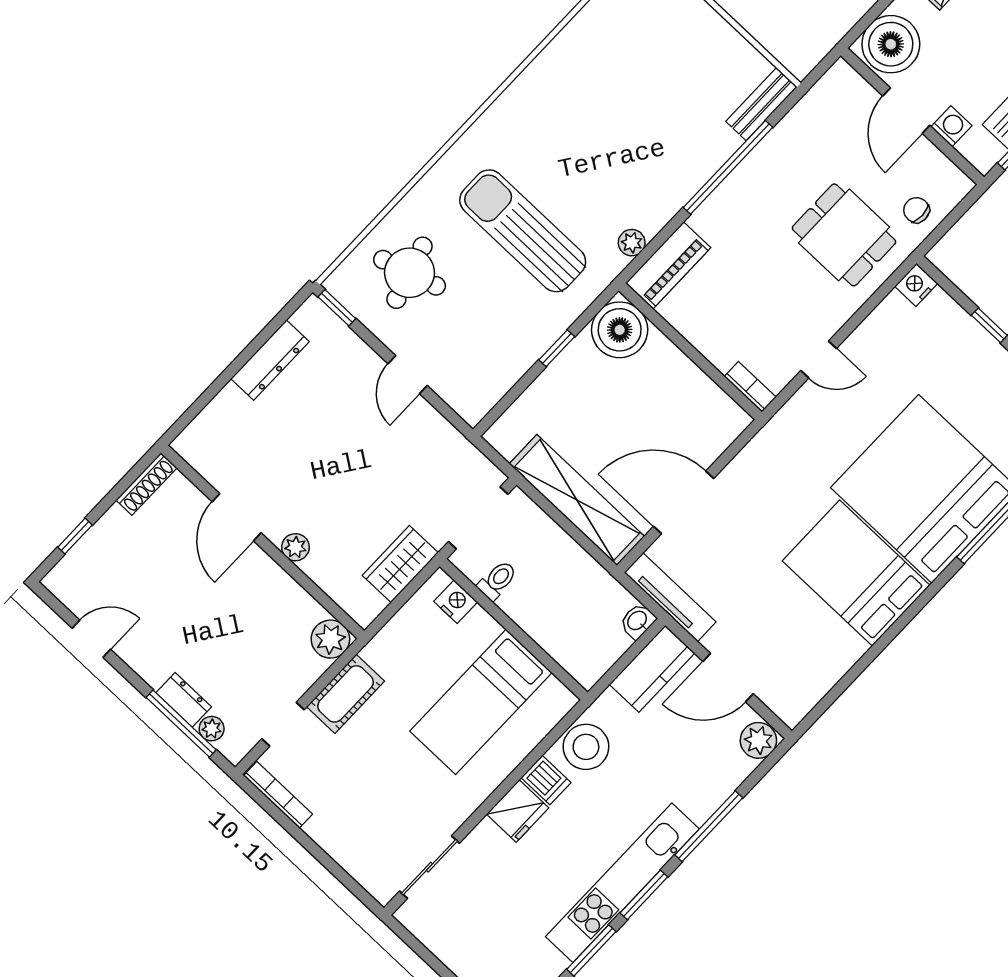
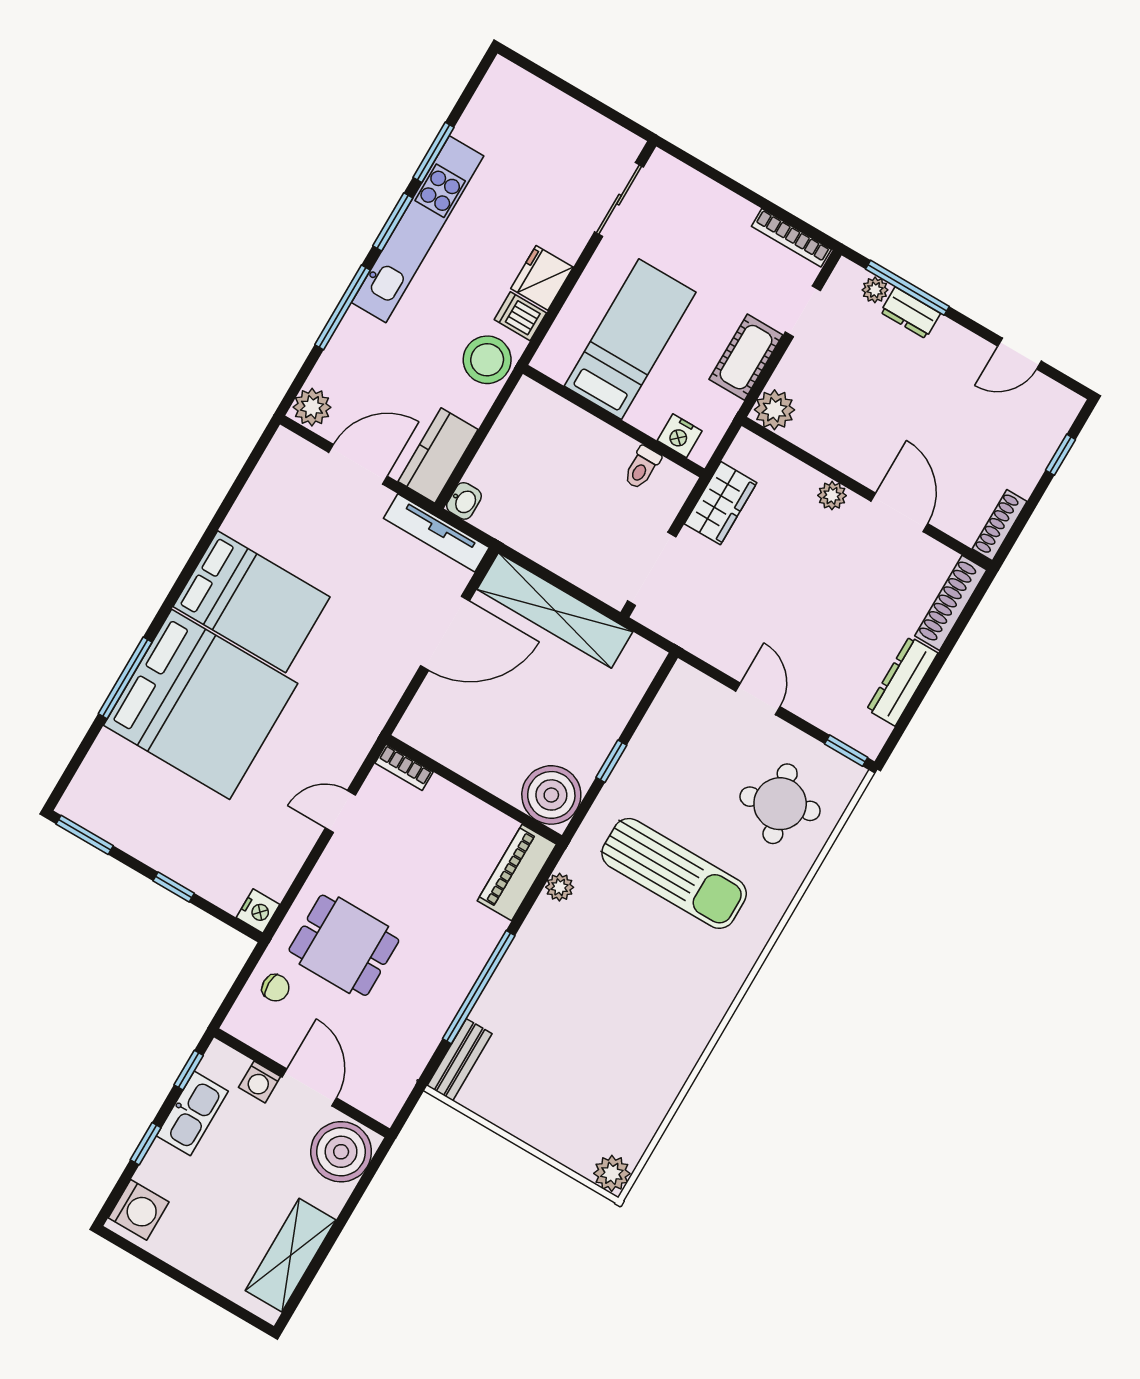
shoe rack: (208, 422) -> (951, 603), added
toilet: (497, 580) -> (642, 468), moved
nightstand: (456, 602) -> (680, 436), moved
wall: (514, 629) -> (614, 421), moved
bed: (481, 702) -> (630, 339), moved

